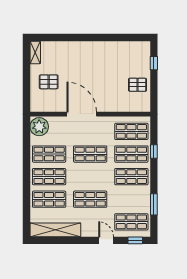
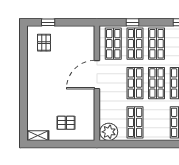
pallet: (49, 82) -> (66, 123), turned 90
pallet: (138, 85) -> (44, 43), moved
door: (82, 114) -> (97, 75), moved
shop shelf: (49, 177) -> (157, 83), moved

